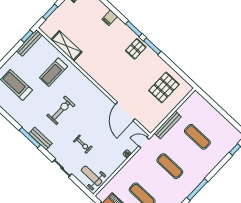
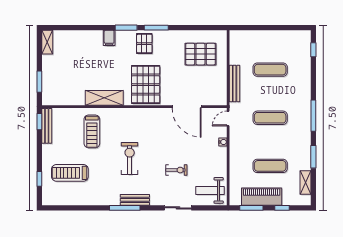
filing cabinet: (110, 18) -> (109, 38), moved
shelving: (66, 46) -> (104, 98), moved
pallet: (113, 75) -> (146, 85), added
pallet: (164, 87) -> (200, 54), turned 90

